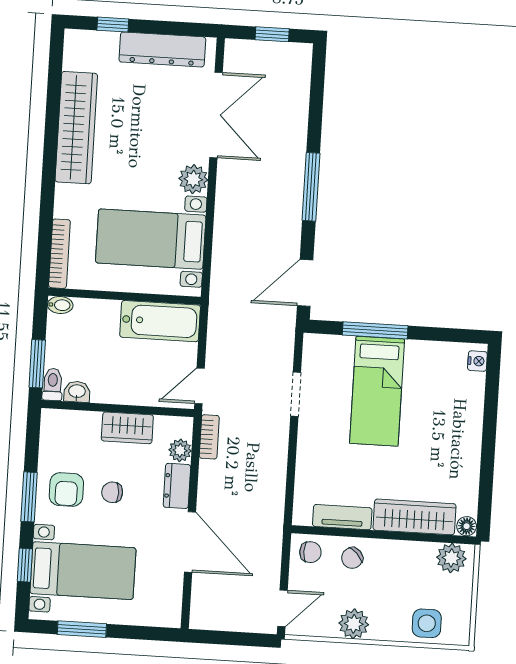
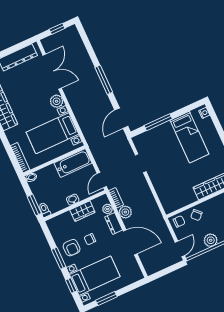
bed: (377, 391) -> (189, 137), moved
washbasin: (77, 392) -> (73, 200), moved
plant: (212, 476) -> (125, 212), added
tv unit: (342, 517) -> (184, 201), removed

